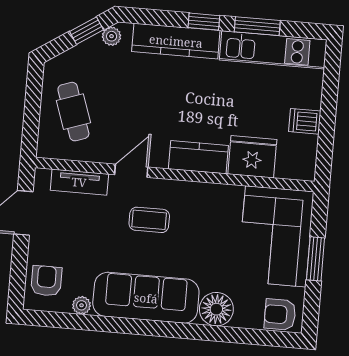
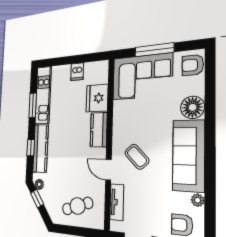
window: (204, 22) -> (31, 148), moved
coffee table: (149, 220) -> (137, 157), turned -44
window: (316, 259) -> (154, 50), width x1.44
armchair: (280, 315) -> (193, 65), turned 90

